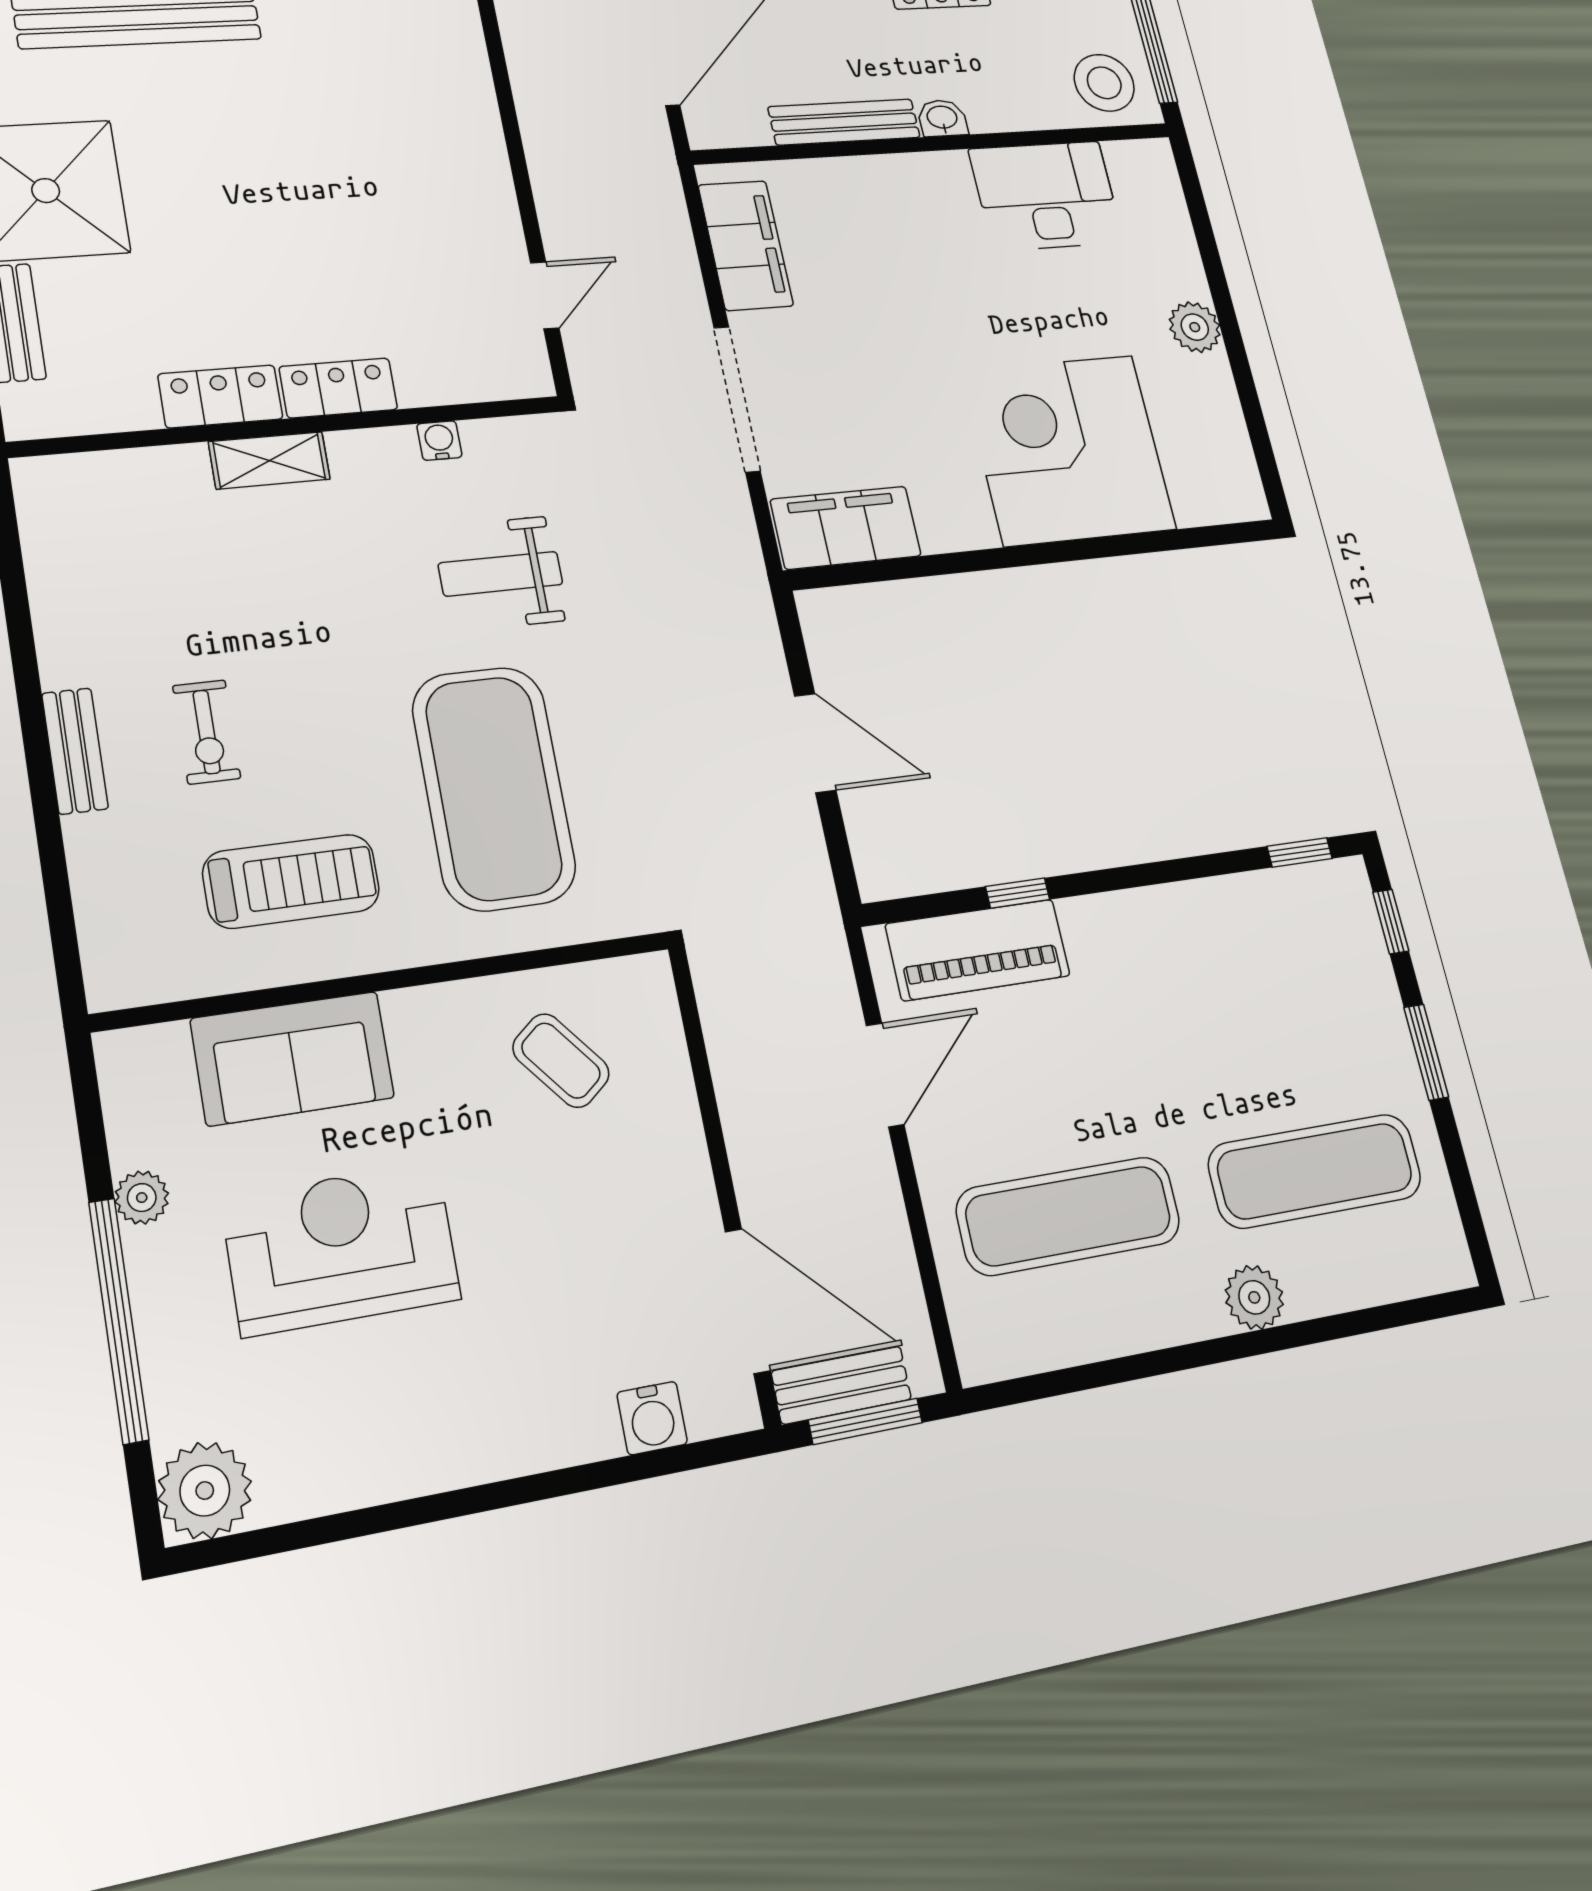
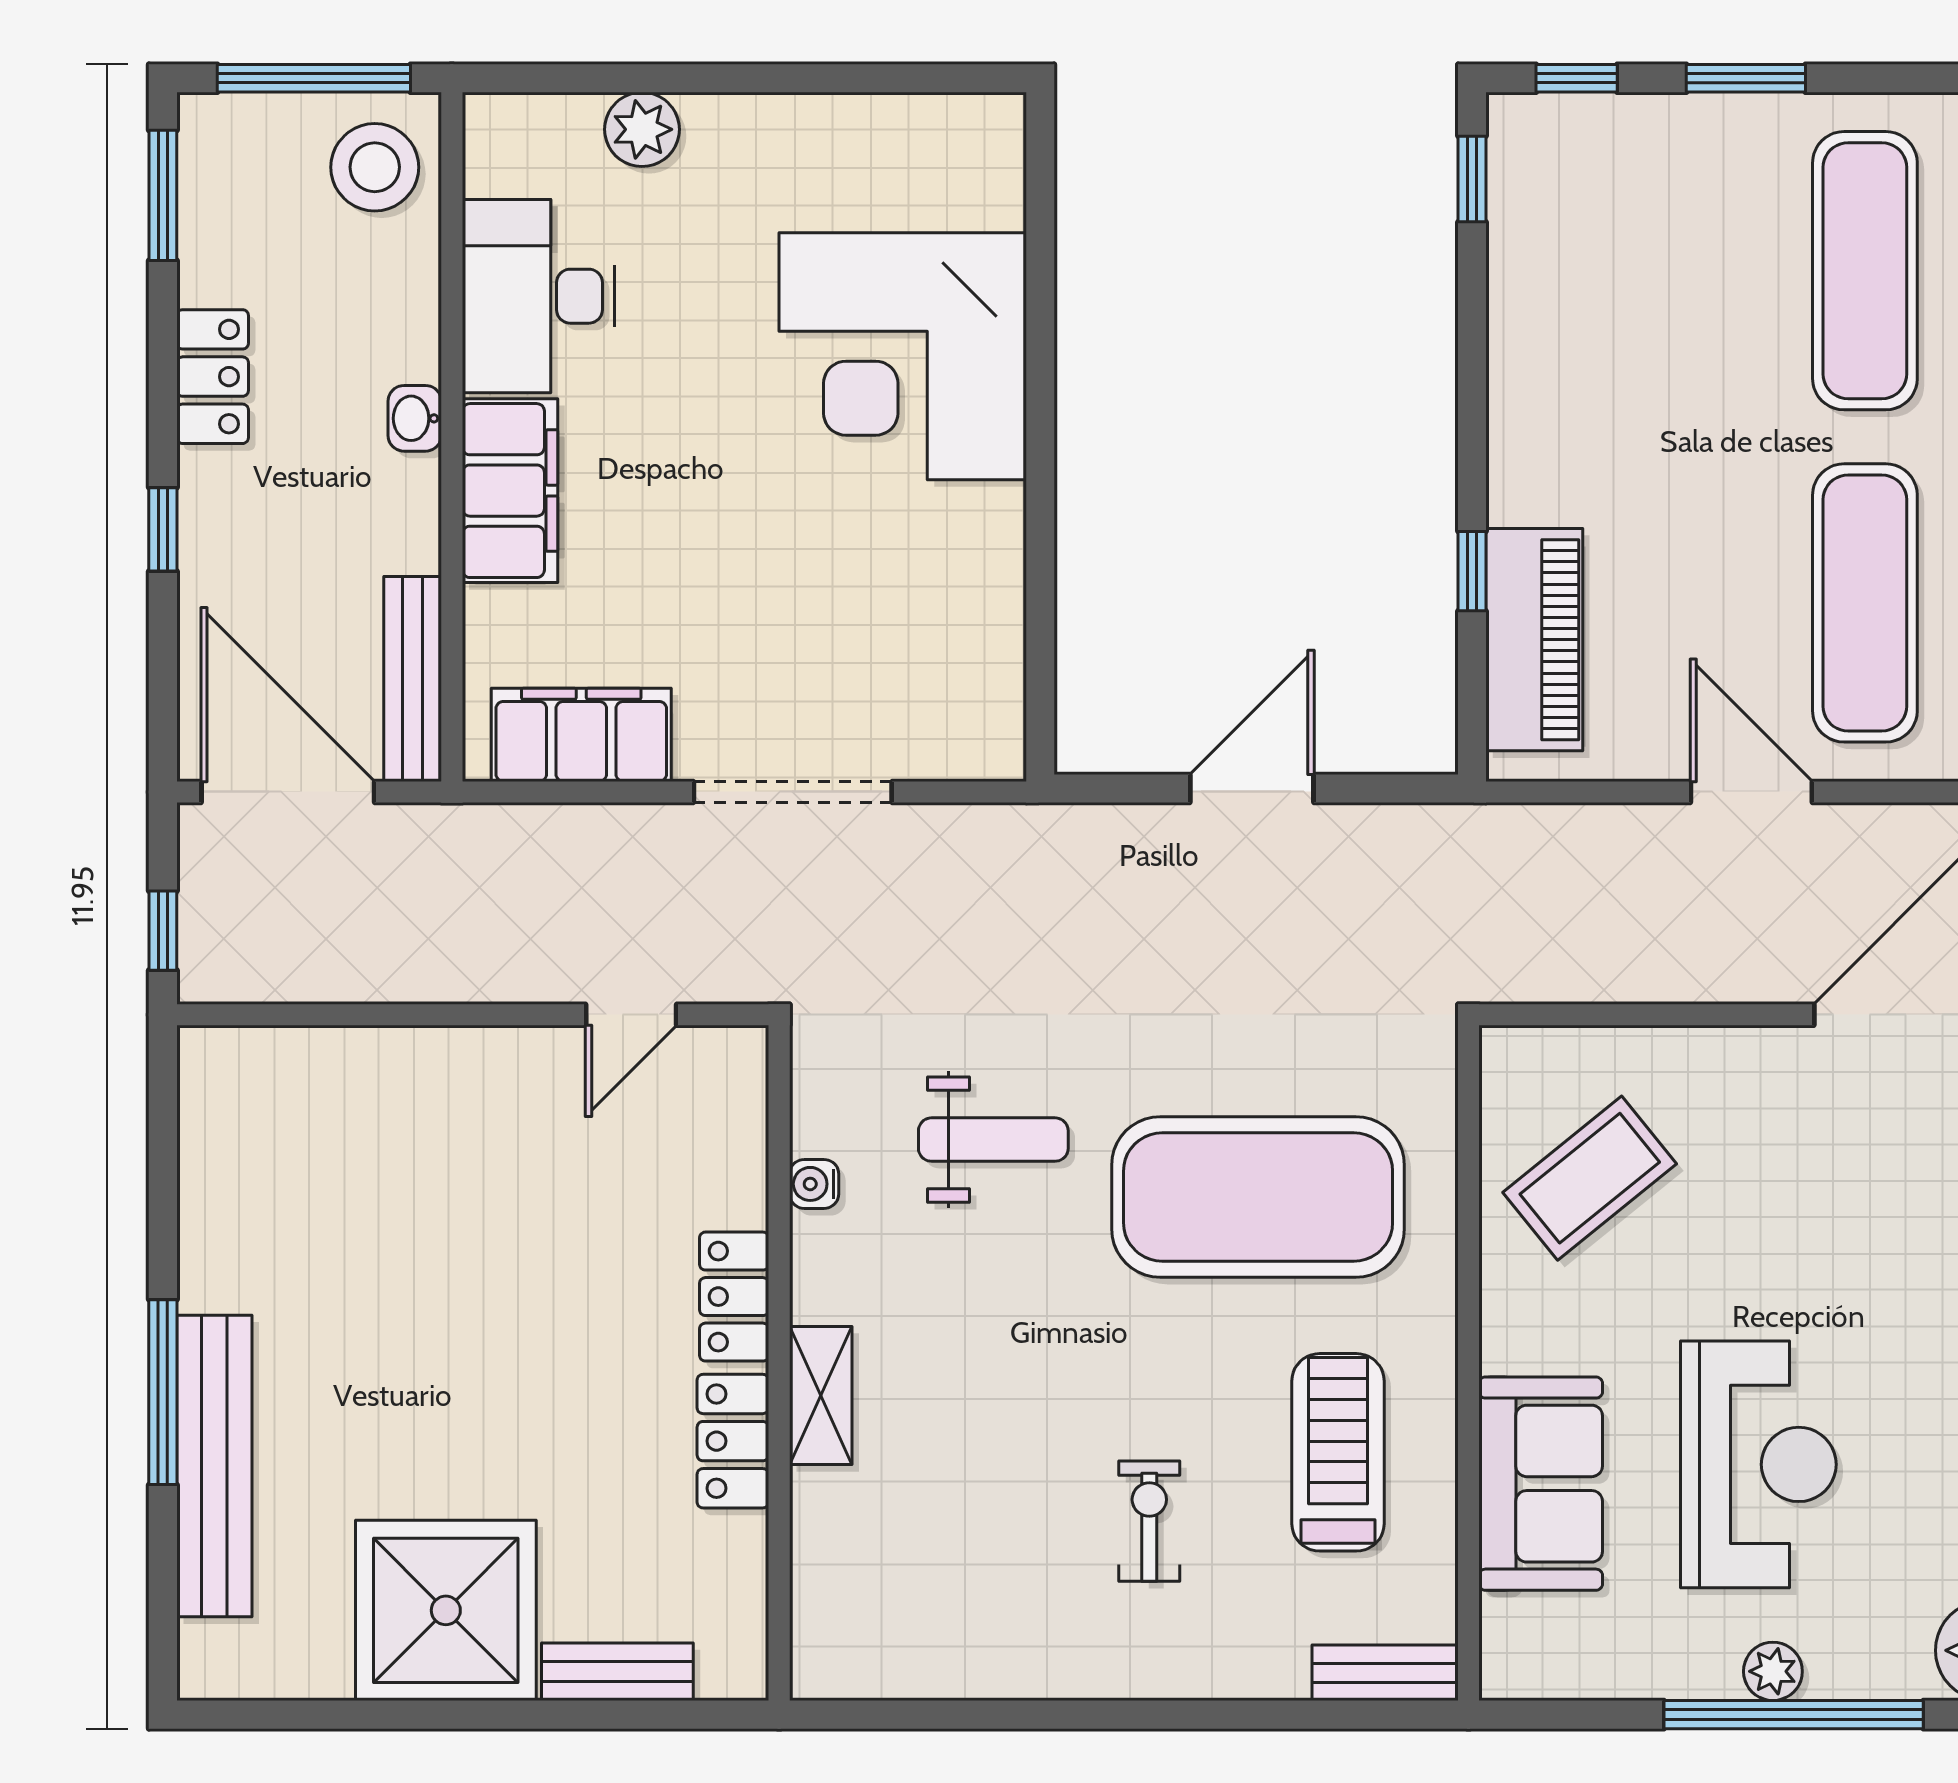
bench: (844, 122) -> (413, 679), moved
door: (545, 295) -> (631, 1015), swing flipped
plant: (1195, 327) -> (642, 129), moved
filing cabinet: (846, 528) -> (510, 491), moved, turned 180
weight bench: (501, 574) -> (993, 1140), turned -90
exercise bike: (207, 732) -> (1149, 1521), turned -90
bench: (75, 751) -> (1385, 1673), moved
coffee table: (561, 1061) -> (1590, 1178), width x1.36, depth x1.30
door: (885, 1075) -> (1751, 792), moved
plant: (142, 1198) -> (1773, 1671), moved
reception desk: (341, 1248) -> (1758, 1464), turned 180

